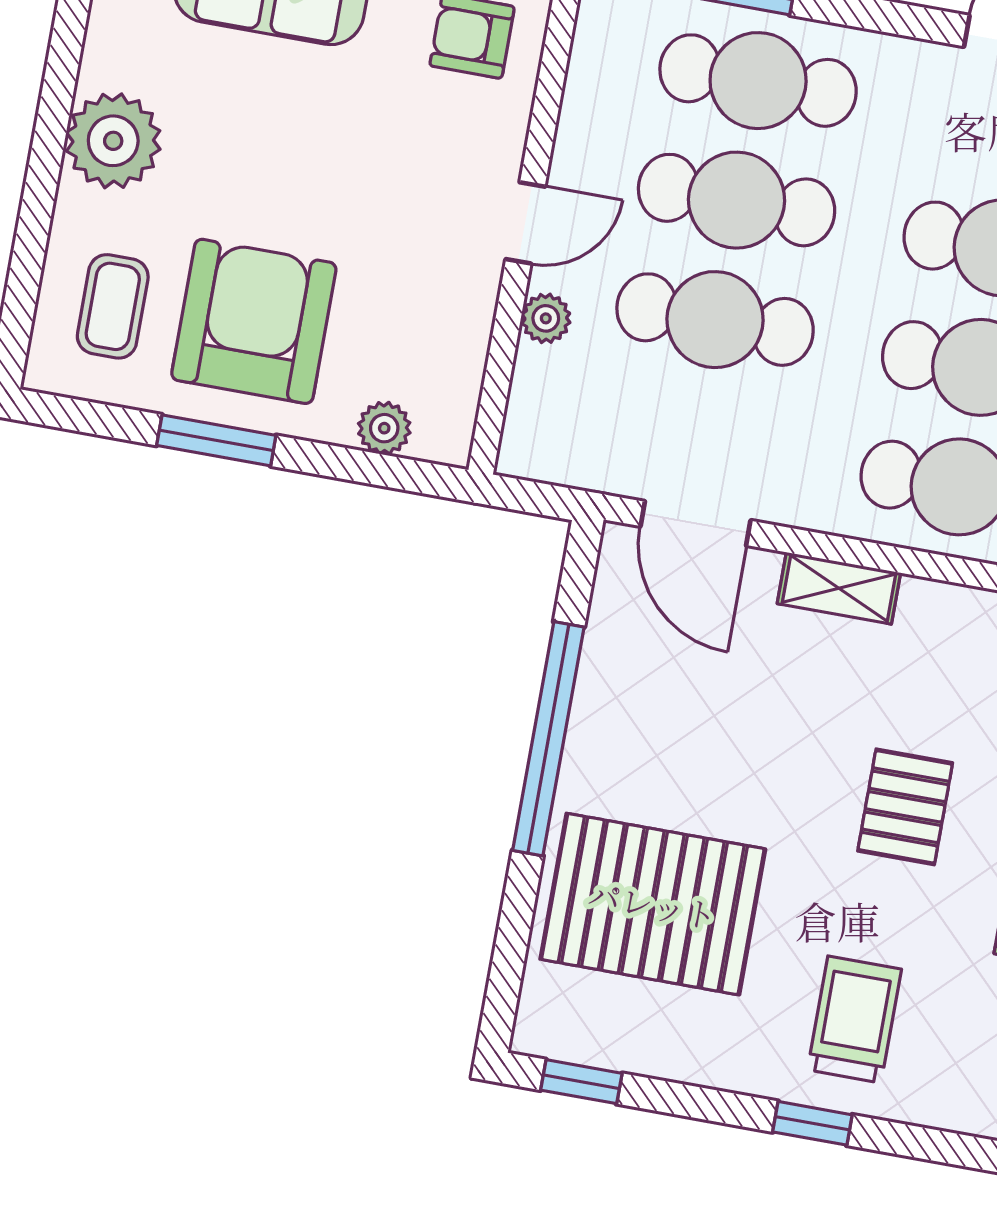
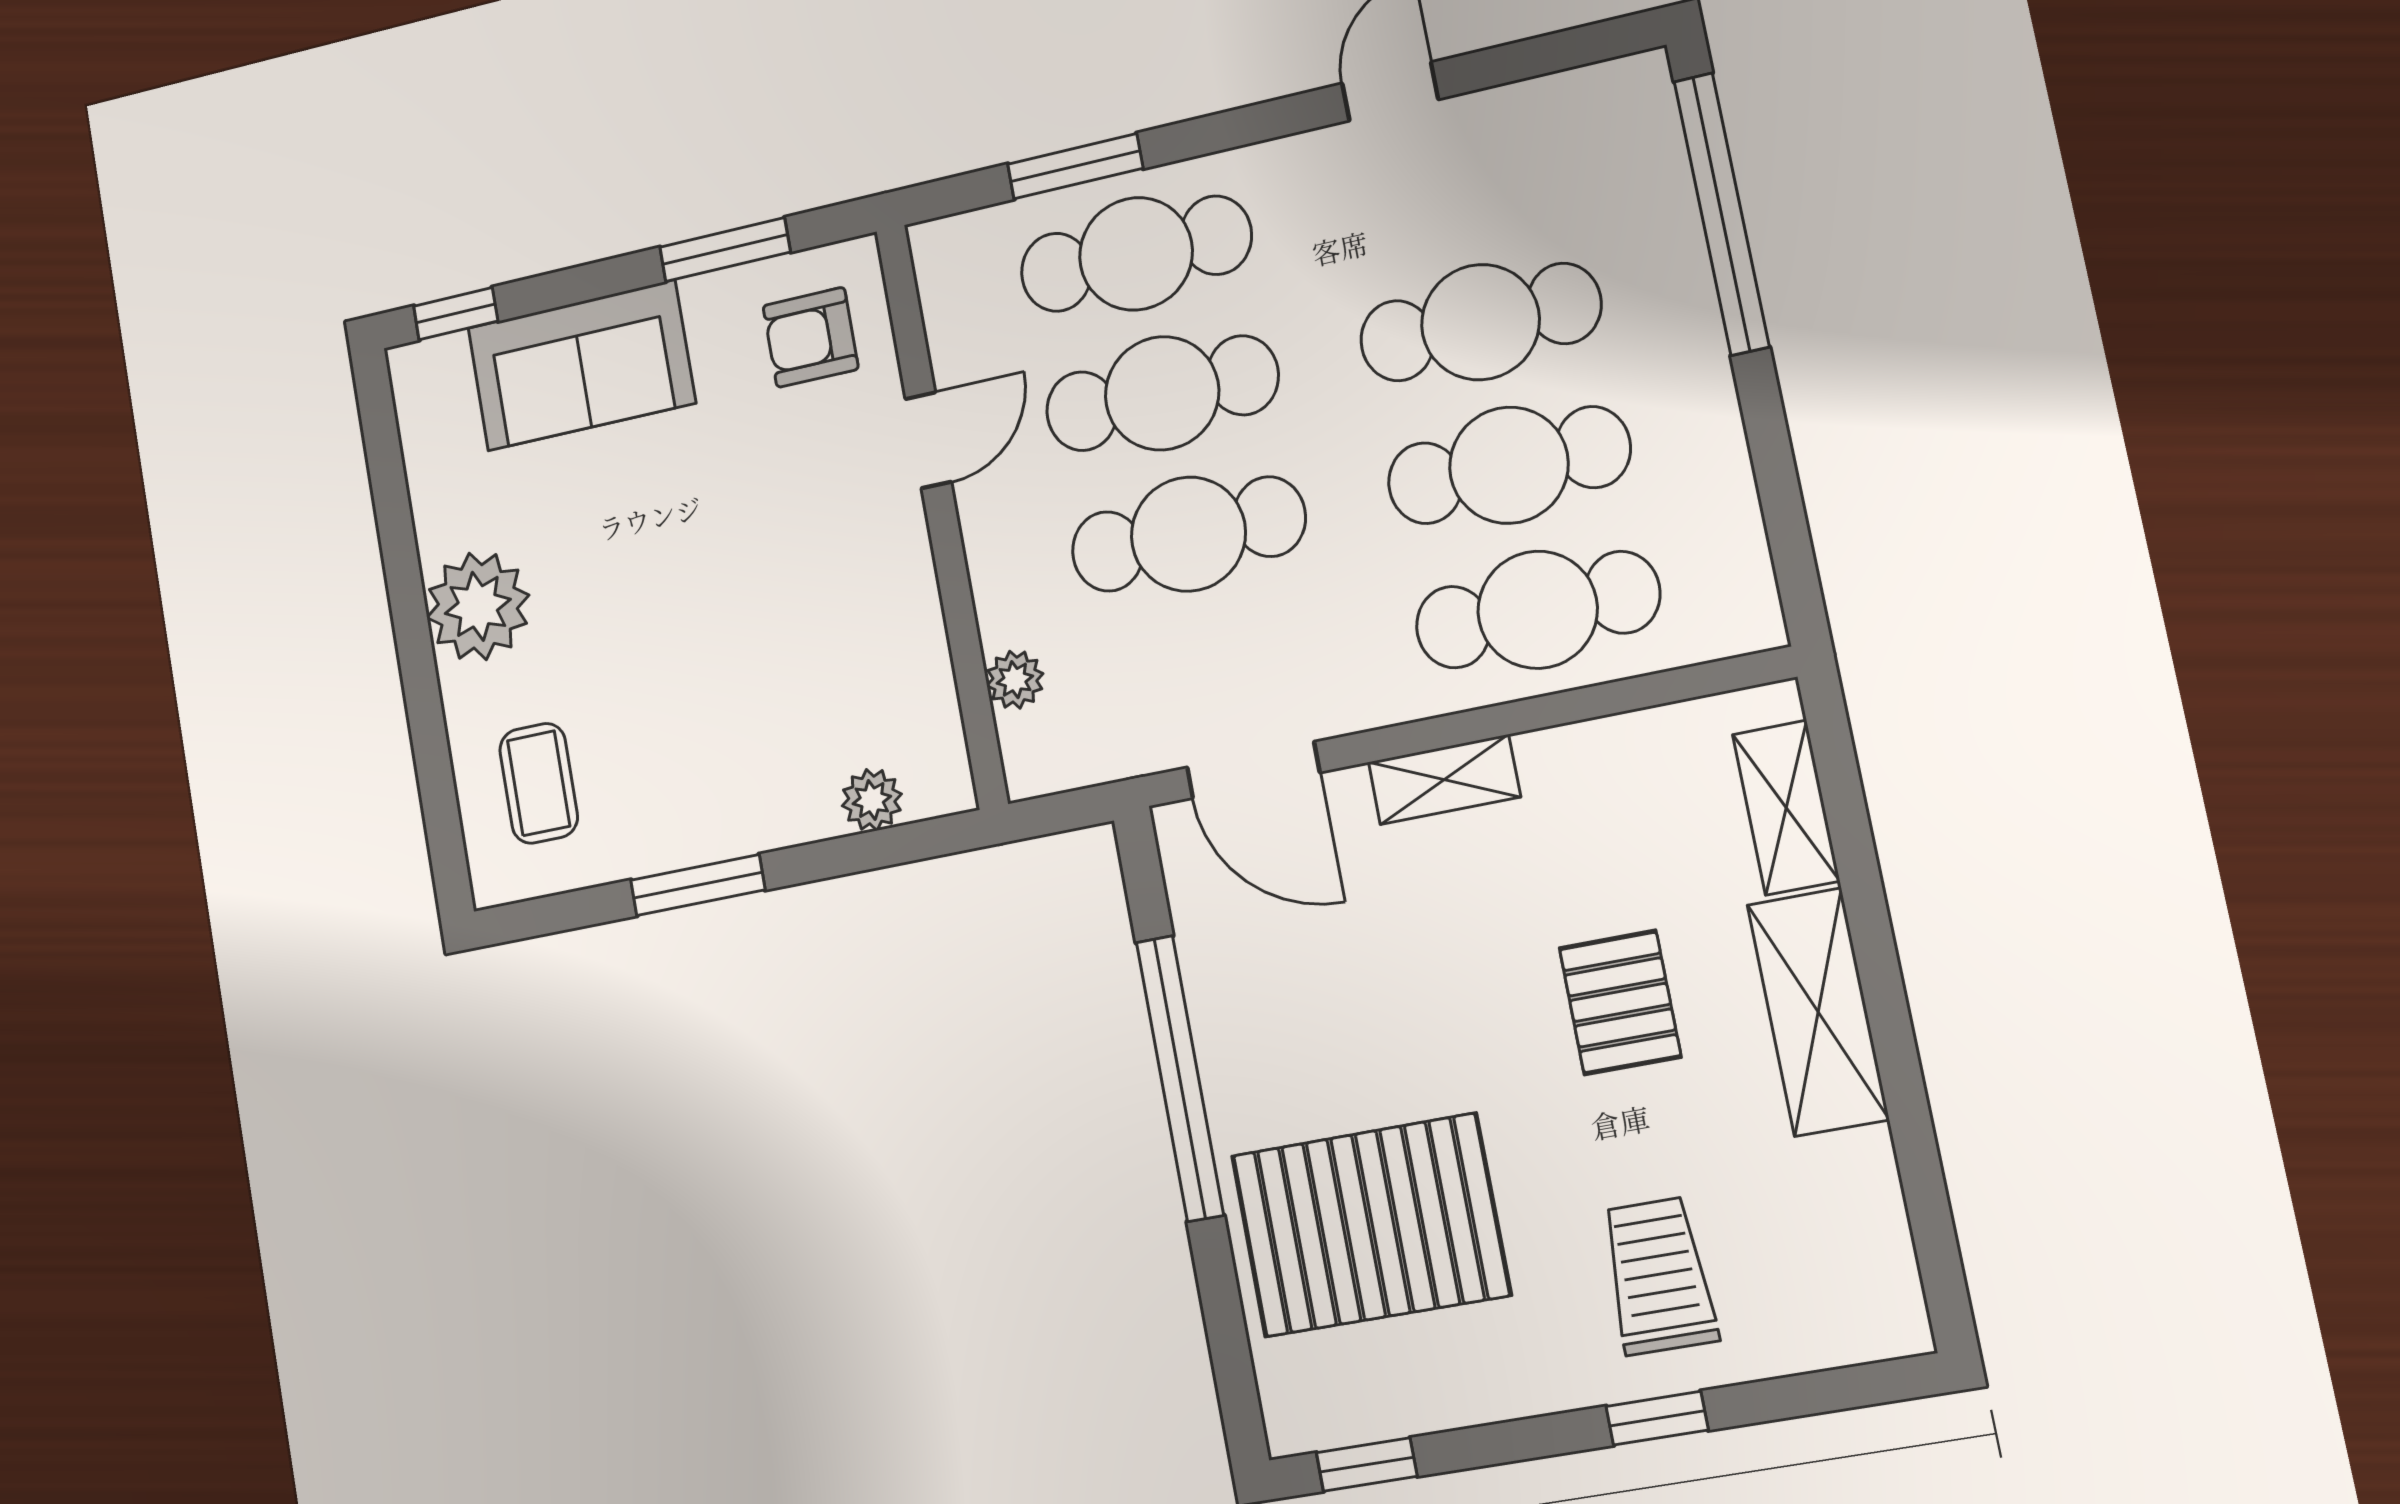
door: (525, 223) -> (928, 440), moved
plant: (546, 318) -> (1015, 680), moved
armchair: (254, 321) -> (691, 739), removed

